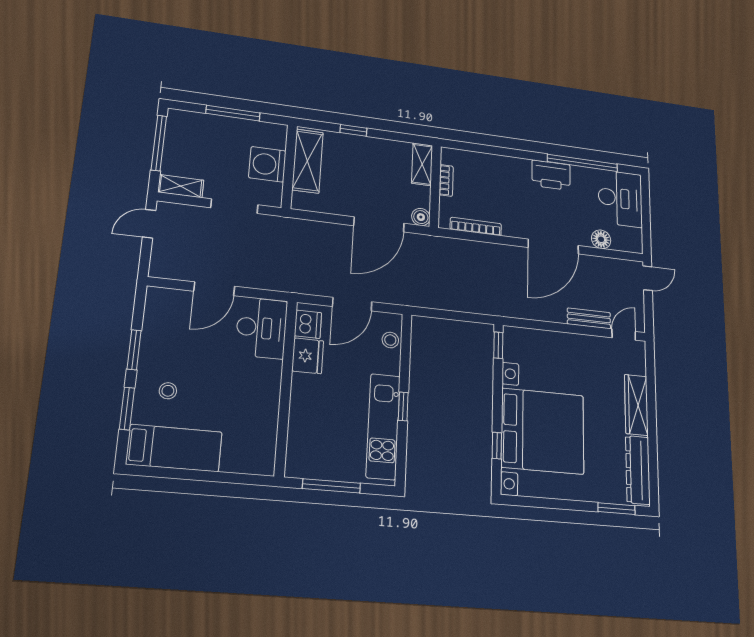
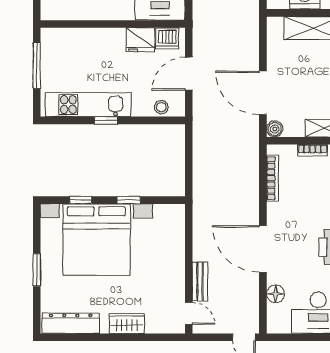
door: (352, 304) -> (189, 74), hinge flipped
window: (498, 345) -> (129, 200), moved
wardrobe: (636, 405) -> (127, 323), width x0.67
window: (617, 509) -> (37, 270), moved

